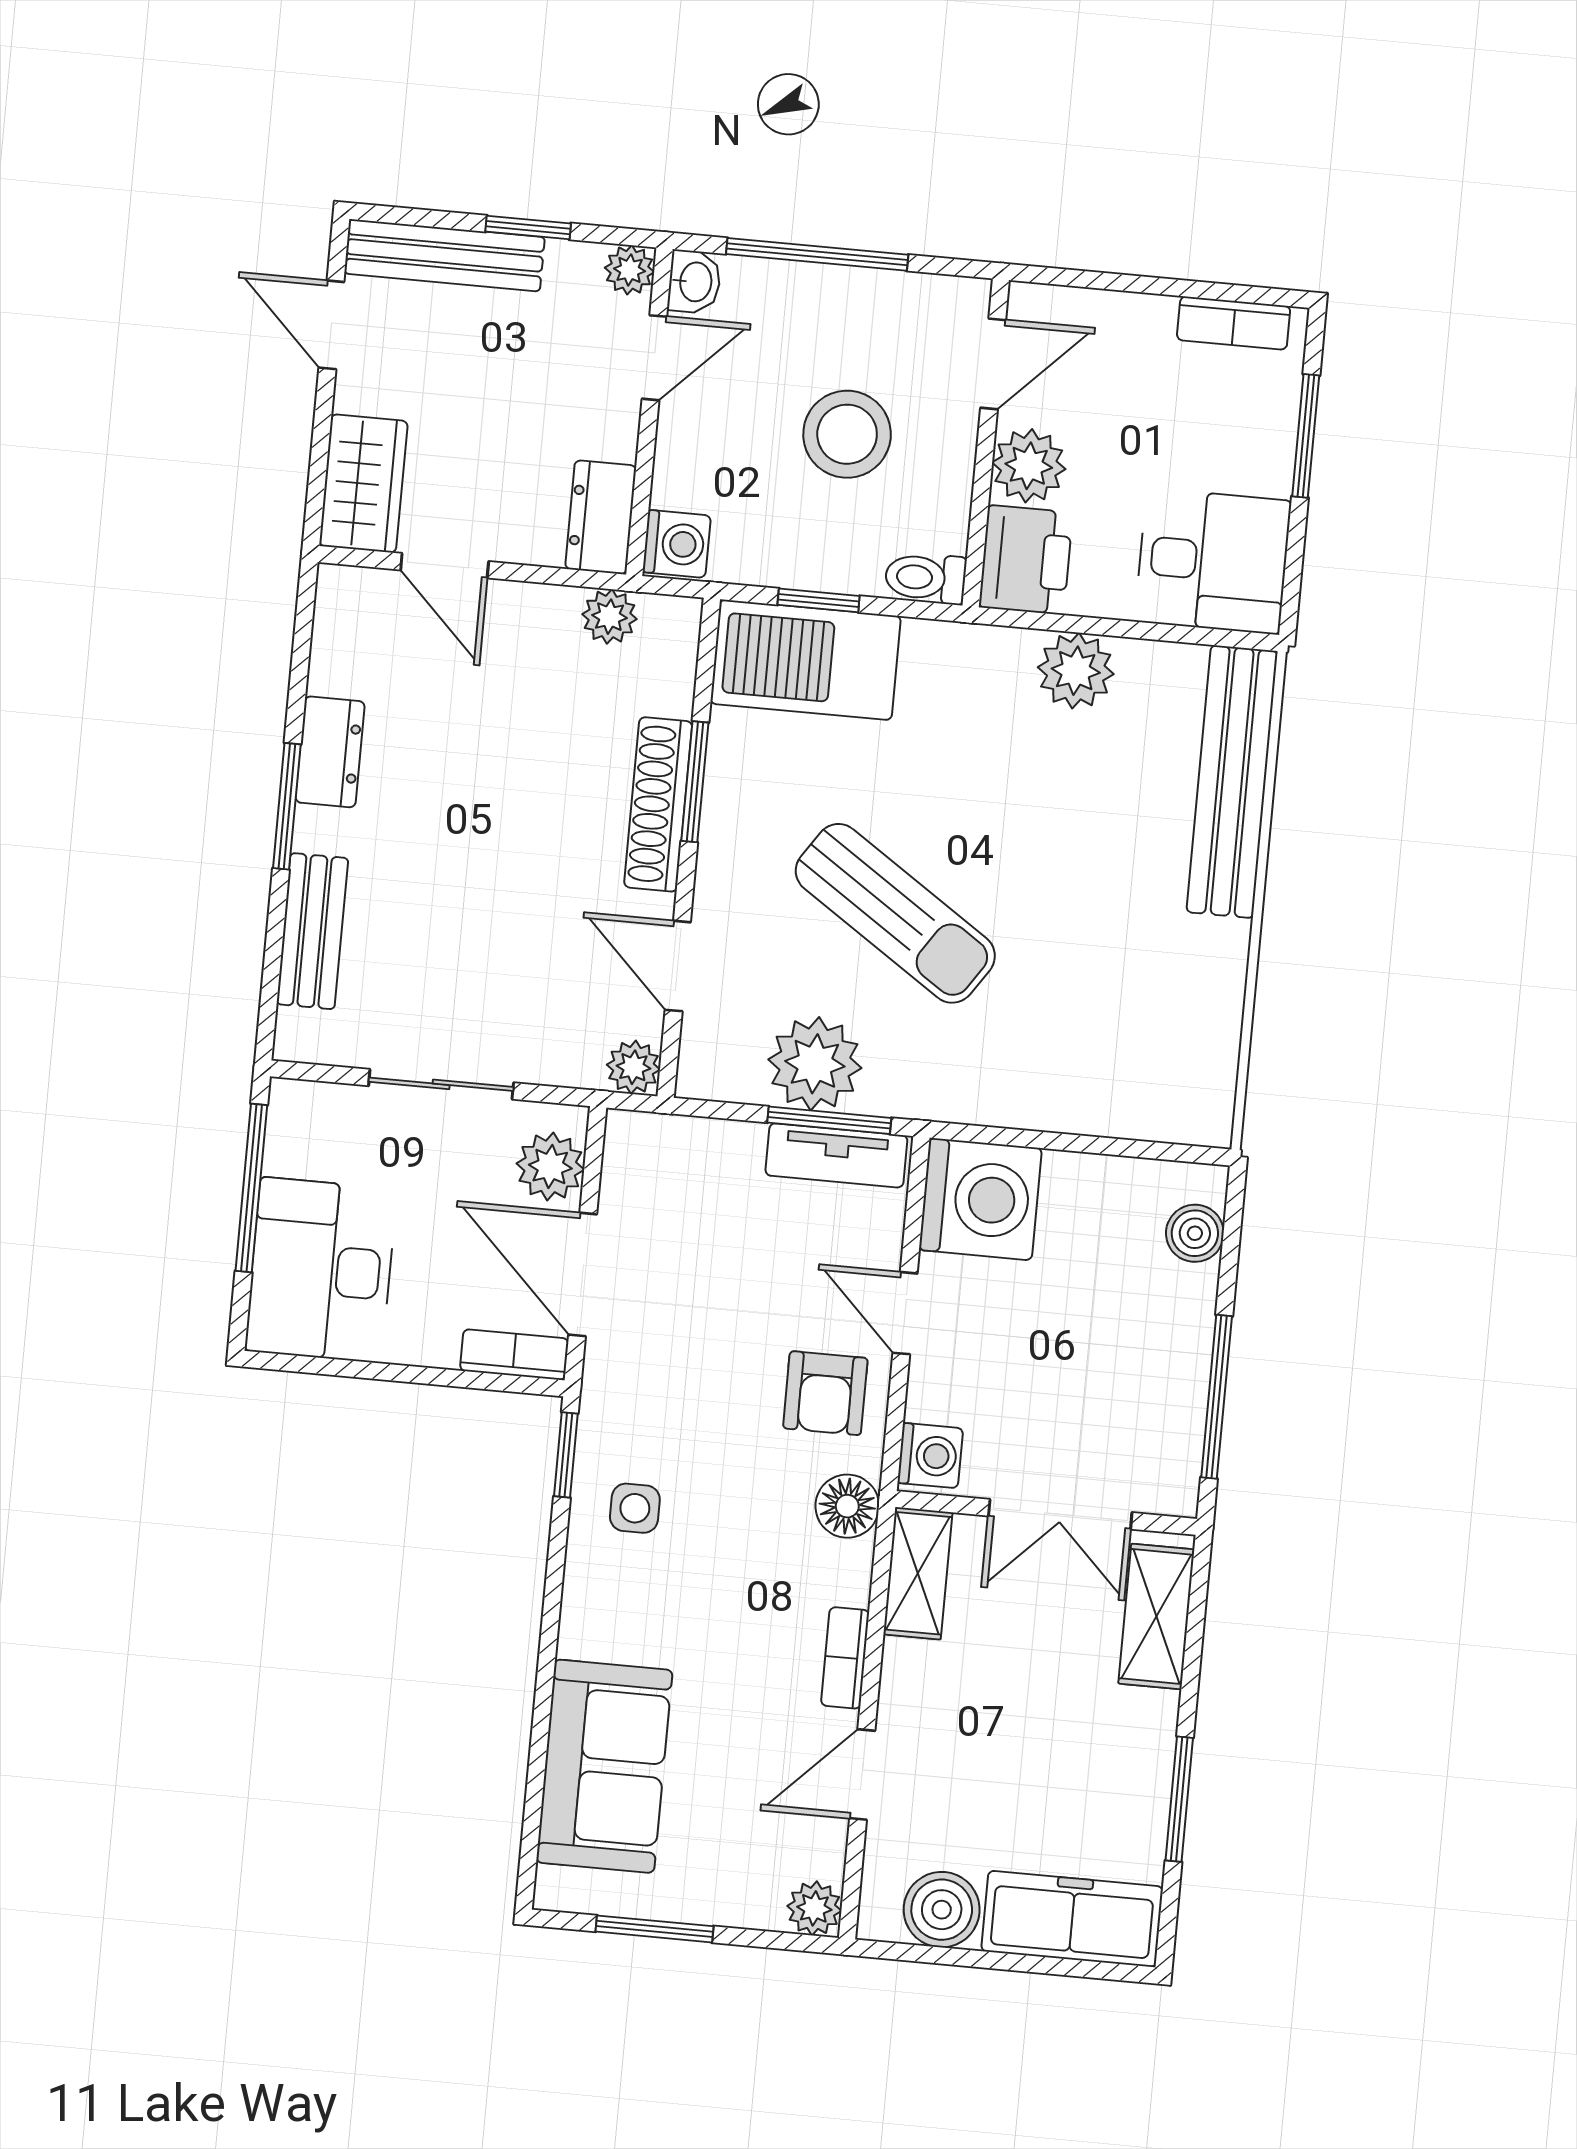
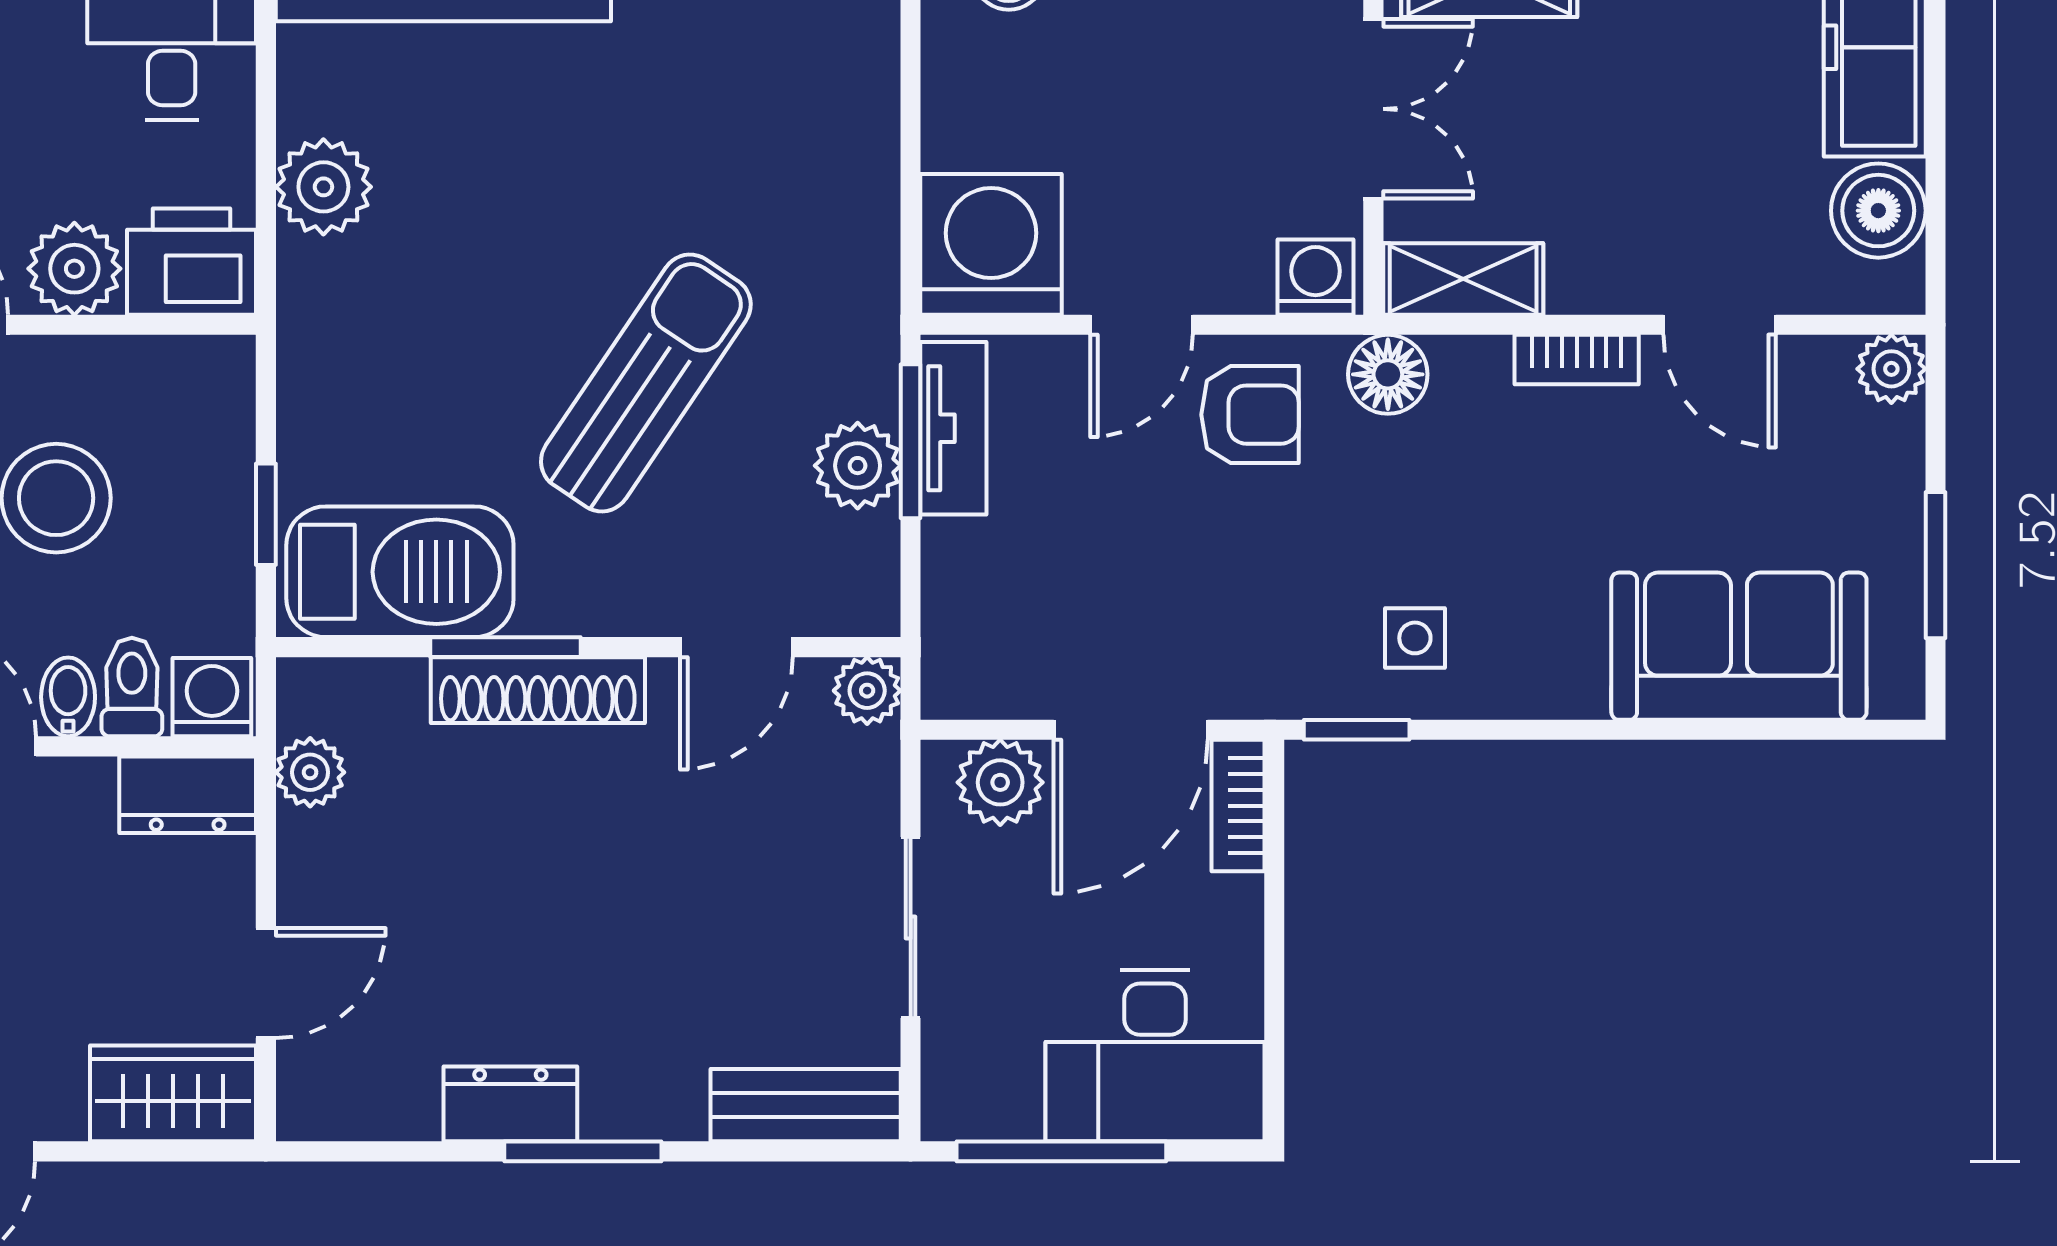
bidet: (688, 429) -> (68, 697), added
toilet: (926, 578) -> (132, 687), moved, turned 180
barbecue: (806, 660) -> (400, 572), moved, turned -90
bench: (312, 931) -> (806, 1105), moved
plant: (815, 1064) -> (858, 466), width x0.73, depth x0.73

